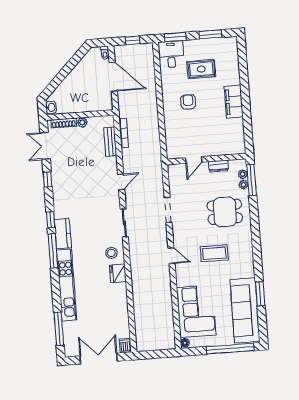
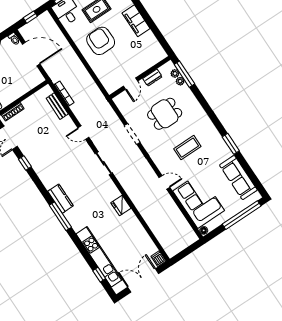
armchair: (188, 102) -> (101, 41), width x1.88, depth x1.88
plant: (82, 122) -> (27, 103), removed
door: (121, 182) -> (83, 133), swing flipped
dining table: (225, 212) -> (165, 114), moved
window: (51, 220) -> (45, 193), removed
stool: (111, 253) -> (107, 192), removed
door: (171, 256) -> (164, 182), moved
kitchen unit: (67, 285) -> (99, 257), moved
window: (260, 294) -> (231, 144), moved
sofa: (245, 311) -> (238, 178), width x0.74, depth x0.79
window: (59, 329) -> (99, 275), width x0.46

